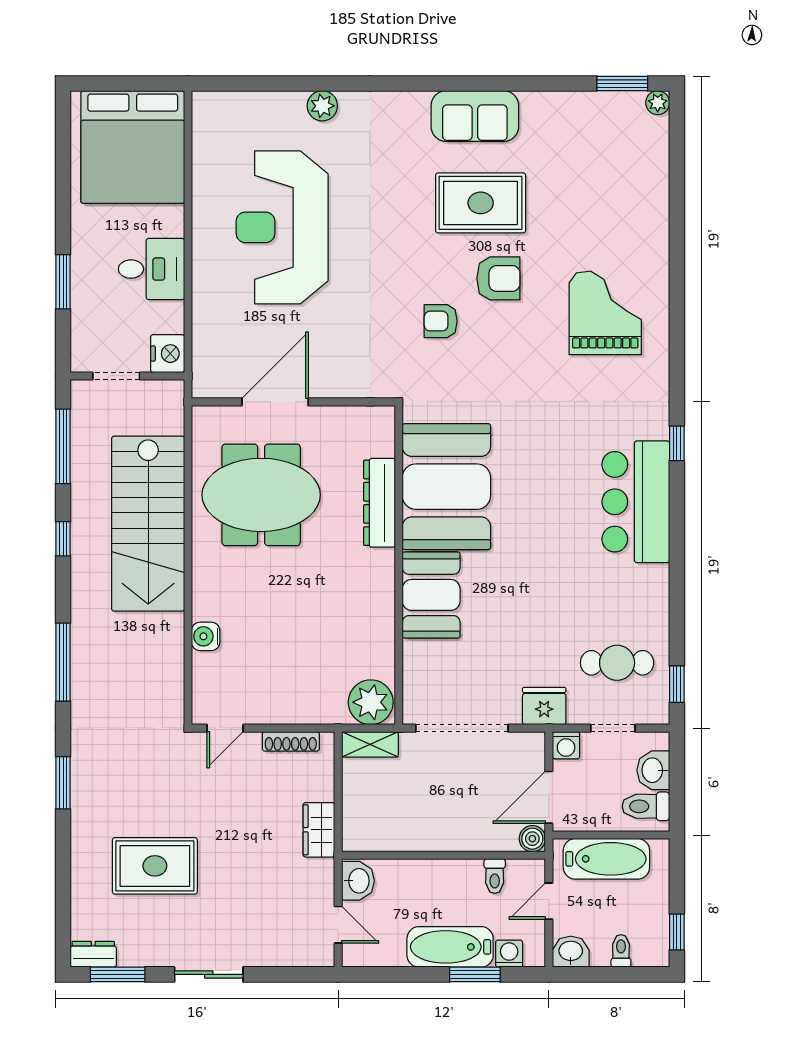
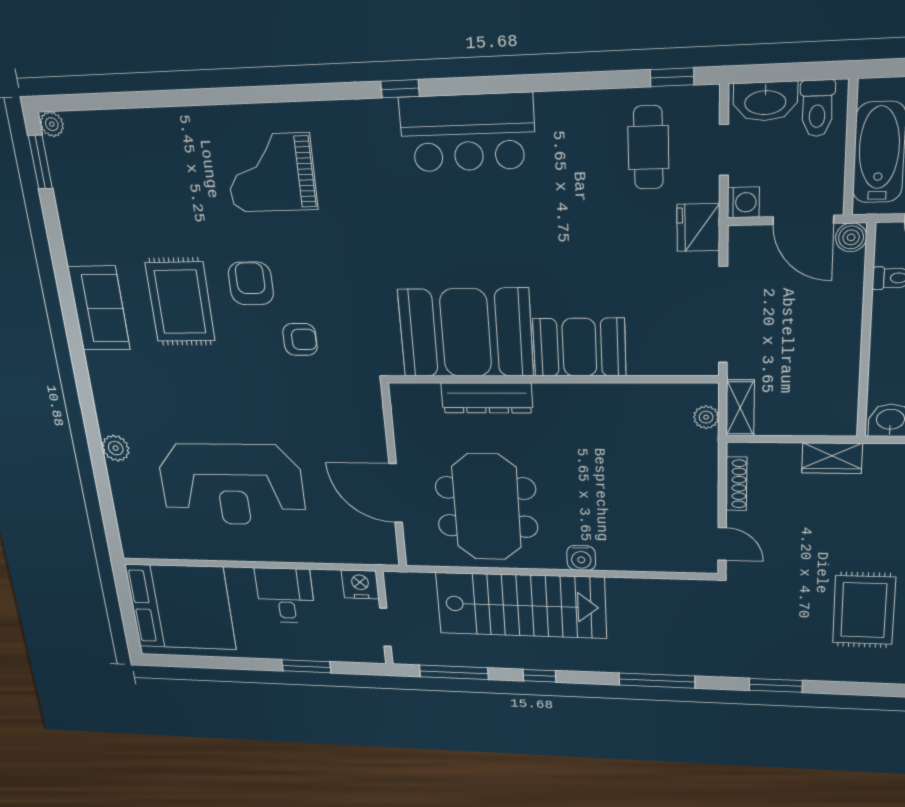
armchair: (441, 321) -> (300, 339), turned -90
water cooler: (206, 636) -> (581, 558), moved
plant: (371, 702) -> (706, 417), width x0.53, depth x0.53
washbasin: (653, 770) -> (765, 101), width x1.38

